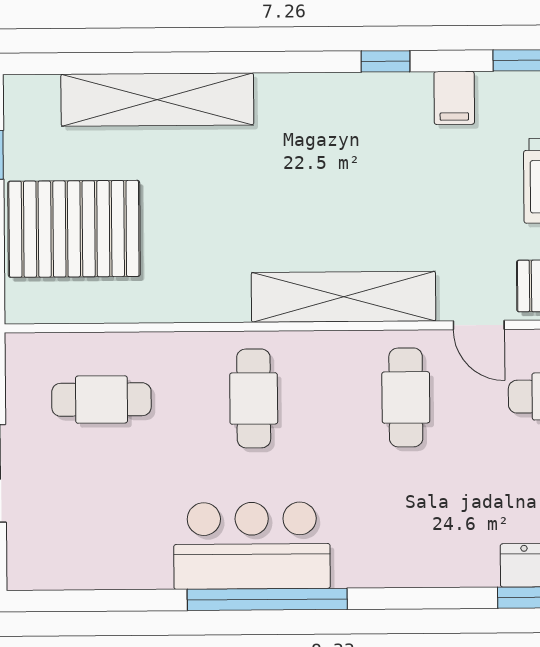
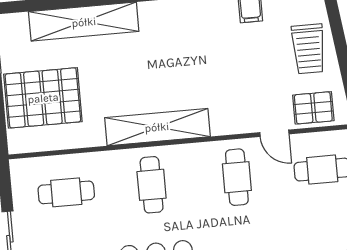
shelving: (344, 297) -> (157, 127), moved

